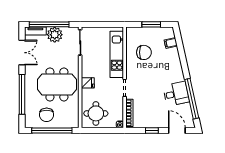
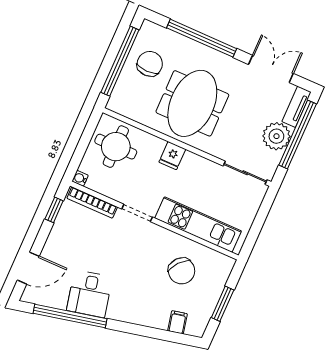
chair: (144, 52) -> (182, 271), turned -50
double door: (22, 53) -> (271, 69), swing flipped
chair: (47, 115) -> (150, 64), turned 90
window: (152, 130) -> (54, 210), moved

